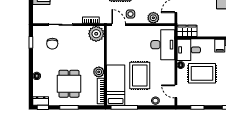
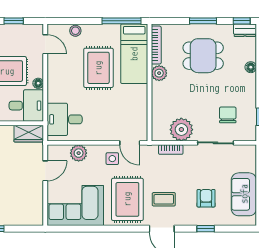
plant: (96, 34) -> (181, 130), moved
desk: (163, 45) -> (65, 119), width x0.73
dining table: (69, 84) -> (203, 56), turned 90

